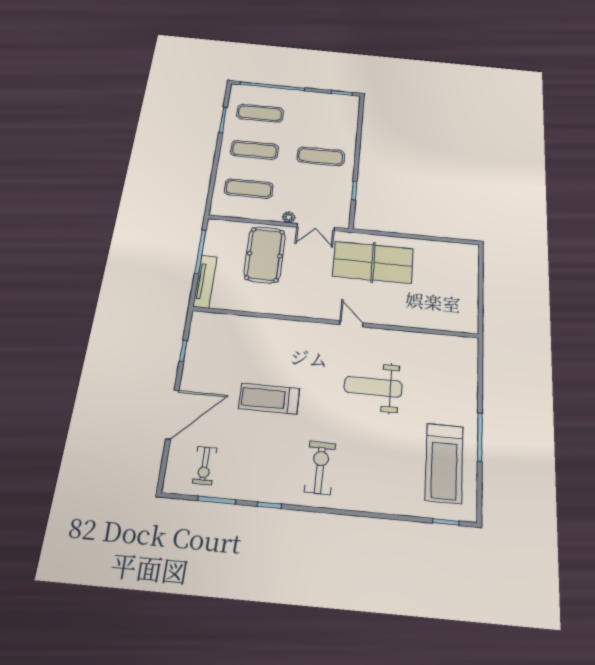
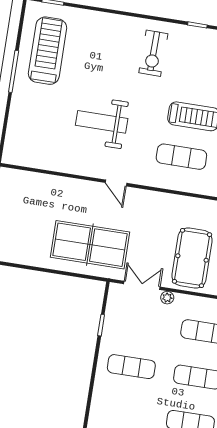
exercise mat: (281, 355) -> (181, 157), added
weight bench: (373, 387) -> (102, 122), turned 180

